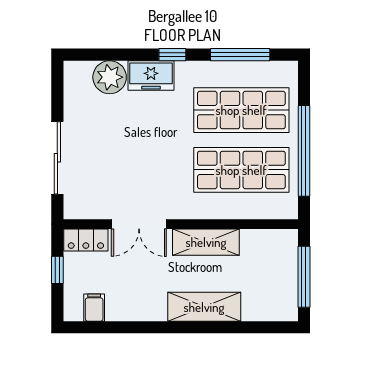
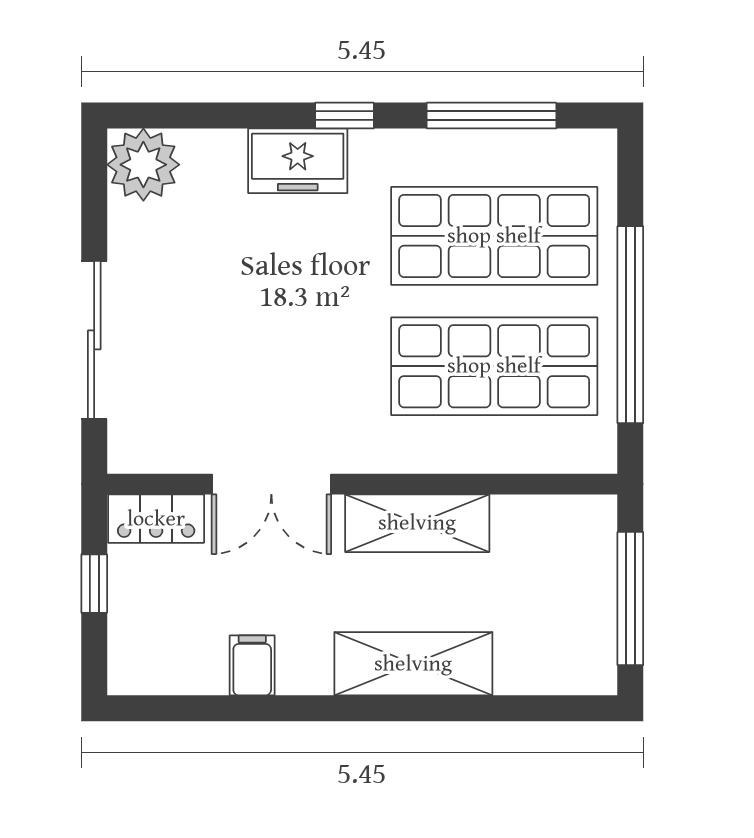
plant: (110, 77) -> (143, 165), moved
filing cabinet: (94, 308) -> (252, 665), moved

